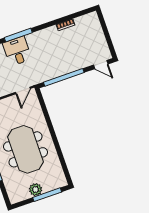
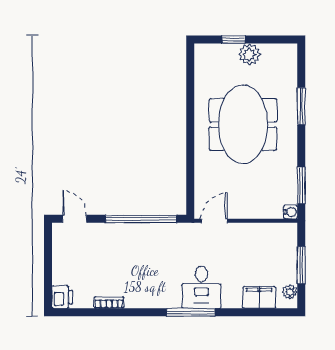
printer: (92, 19) -> (62, 297), added
window: (47, 195) -> (234, 40), width x0.46

